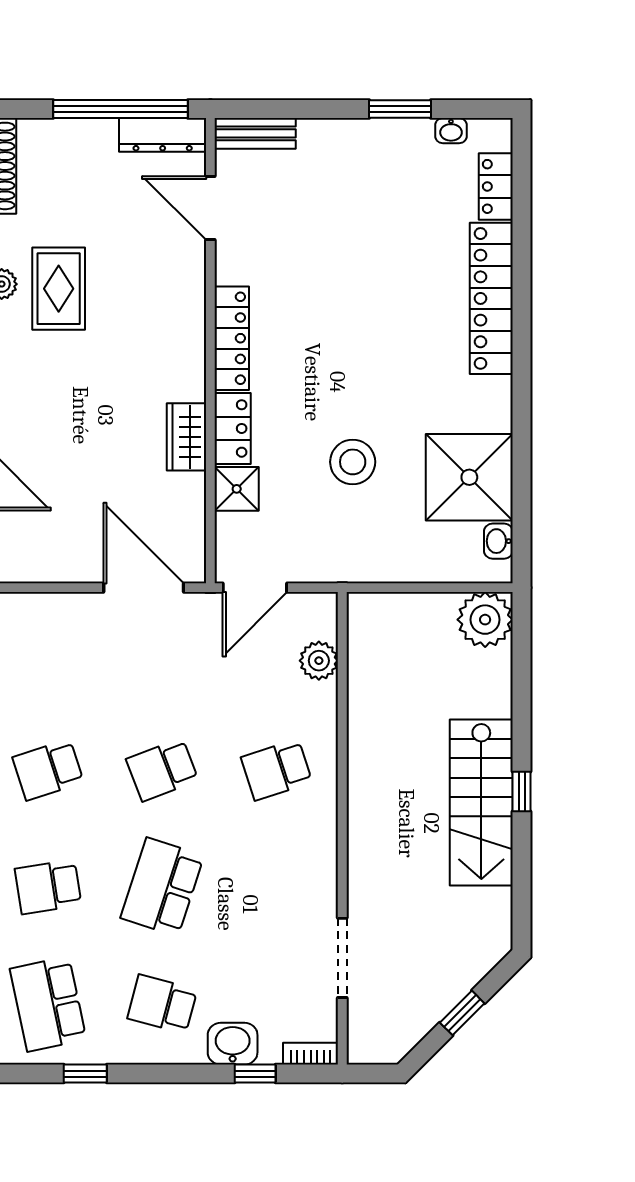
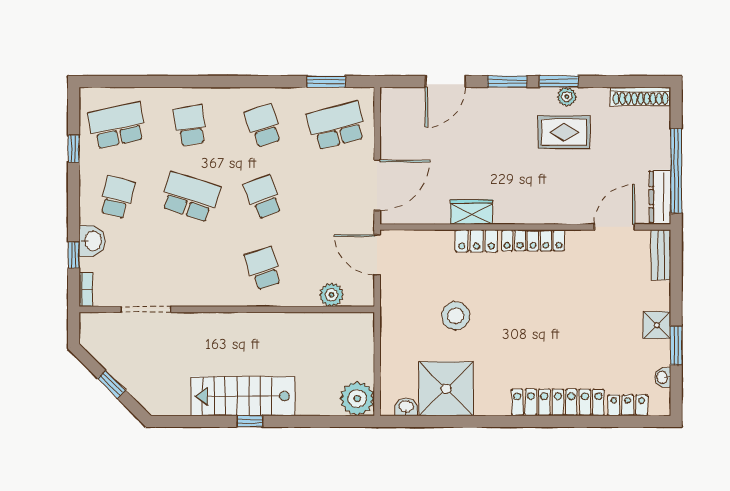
shower: (237, 489) -> (657, 325), moved
school desk: (48, 653) -> (337, 126), added

